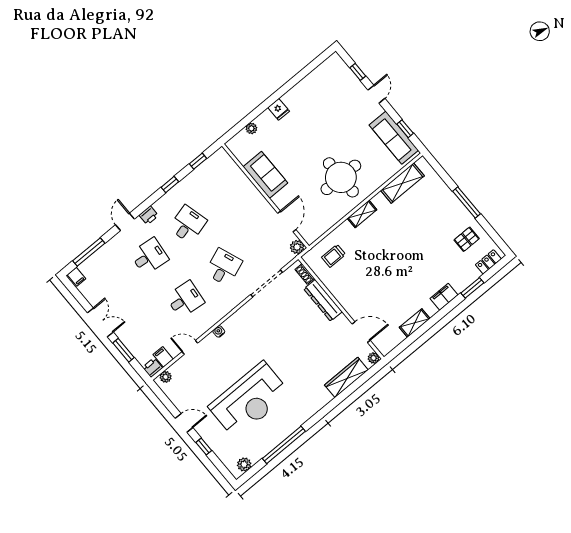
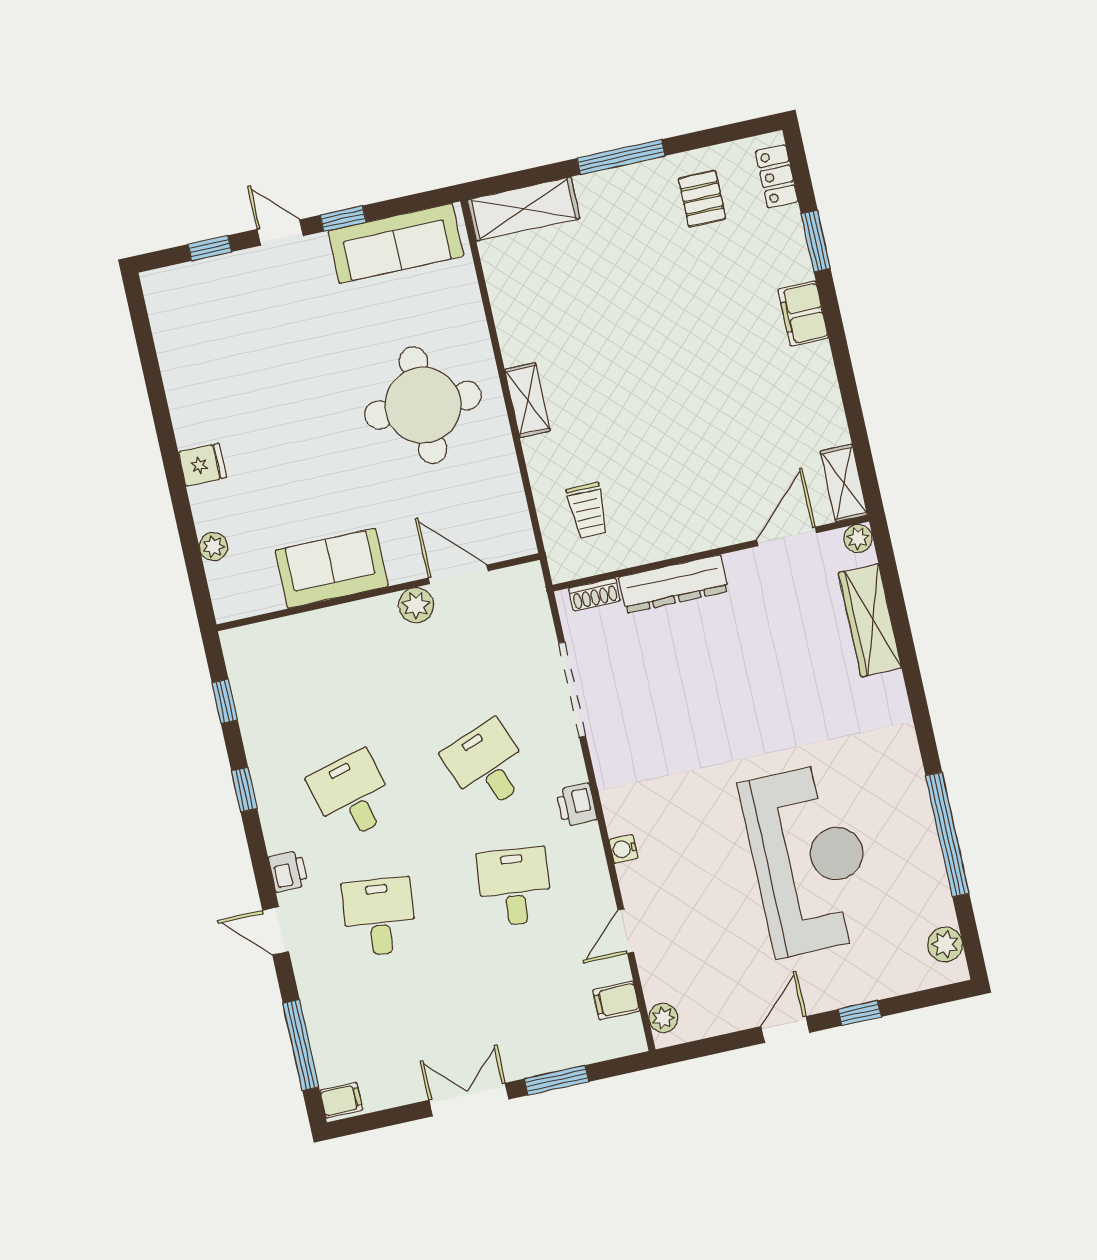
window: (405, 129) -> (343, 219), moved
shelving: (402, 183) -> (524, 209), moved, turned 90
plant: (297, 247) -> (416, 605), moved
shelving: (415, 323) -> (844, 483), moved
printer: (152, 368) -> (576, 805), moved

